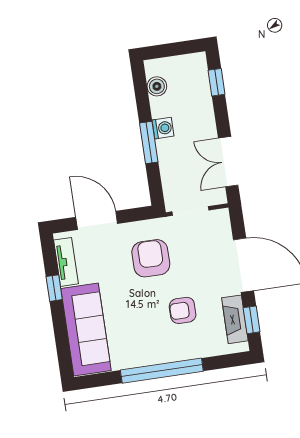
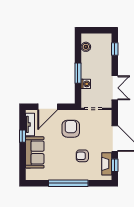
washing machine: (163, 128) -> (86, 84), moved
double door: (228, 162) -> (115, 88), swing flipped
door: (97, 220) -> (48, 107), swing flipped
sofa: (86, 329) -> (35, 152), width x0.73

